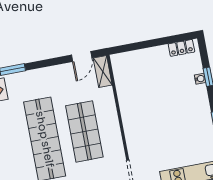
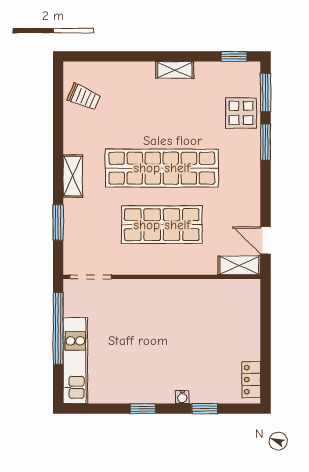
water cooler: (200, 79) -> (182, 397), moved

